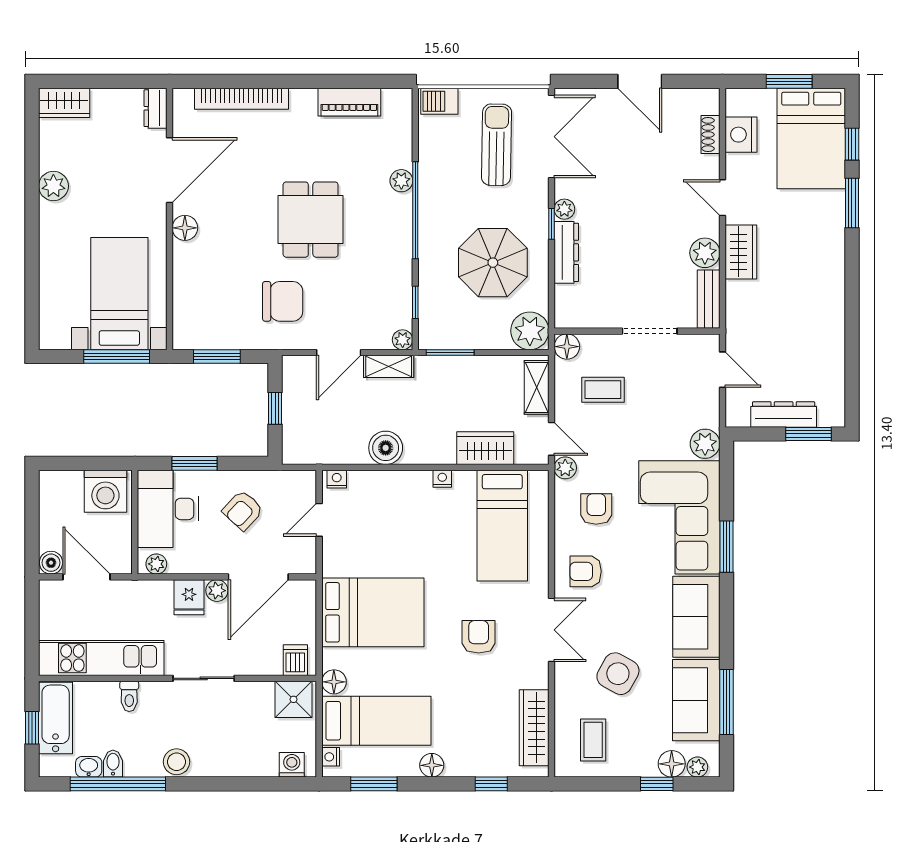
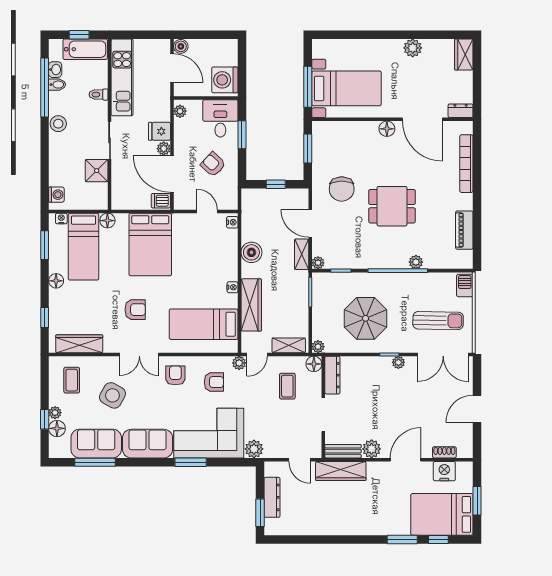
door: (722, 198) -> (405, 460), width x1.38
dresser: (566, 252) -> (332, 375), moved, turned -90
wardrobe: (741, 252) -> (341, 471), moved, width x1.50
plant: (530, 331) -> (318, 347), width x0.53, depth x0.53
door: (722, 370) -> (300, 460), hinge flipped
wardrobe: (485, 448) -> (251, 305), width x1.50
desk: (168, 509) -> (220, 118), width x0.73
door: (86, 577) -> (172, 68), hinge flipped
dishwasher: (295, 660) -> (161, 201), moved, turned 180
shower: (294, 699) -> (97, 171), moved
coffee table: (593, 740) -> (72, 380), turned 90
plant: (697, 767) -> (55, 413), moved

